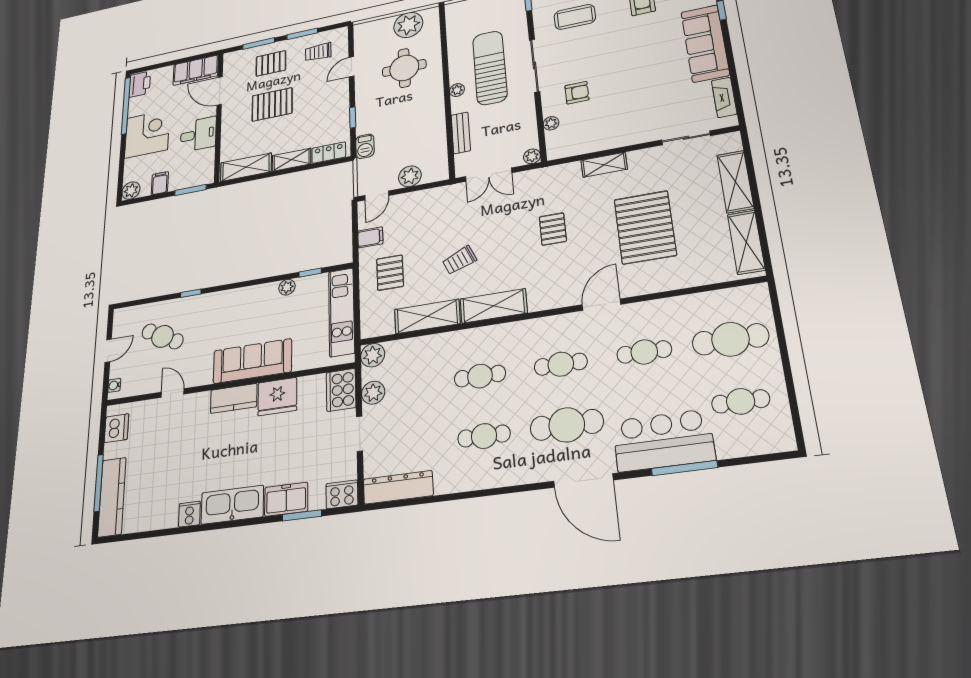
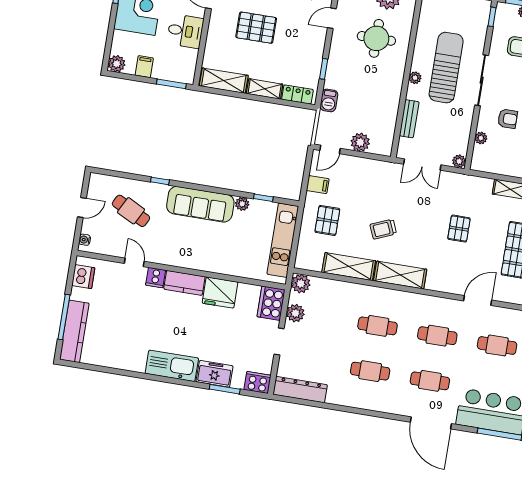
sofa: (252, 361) -> (200, 204), moved, turned 180
cafe table: (567, 425) -> (430, 381), width x0.73, depth x0.74
cooker: (189, 514) -> (156, 278), moved, turned 180

